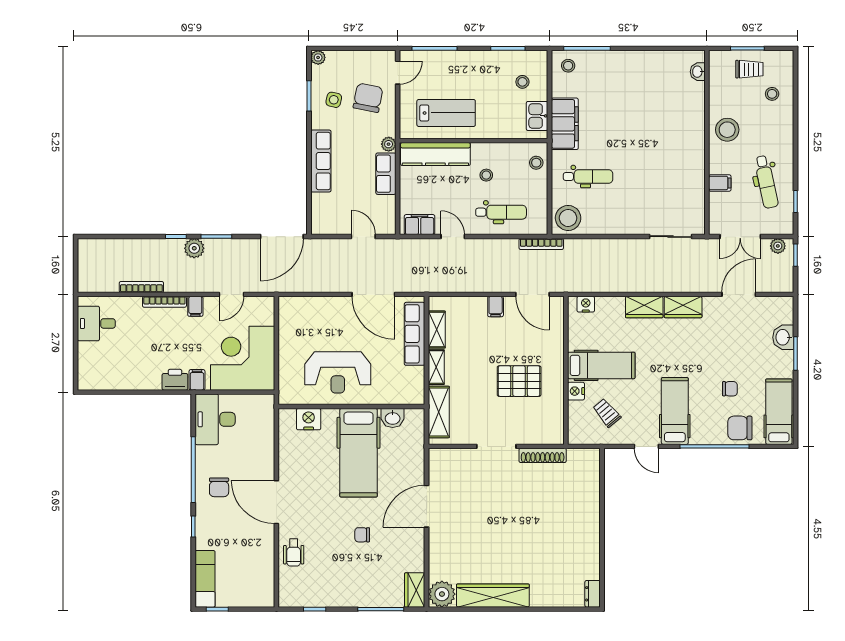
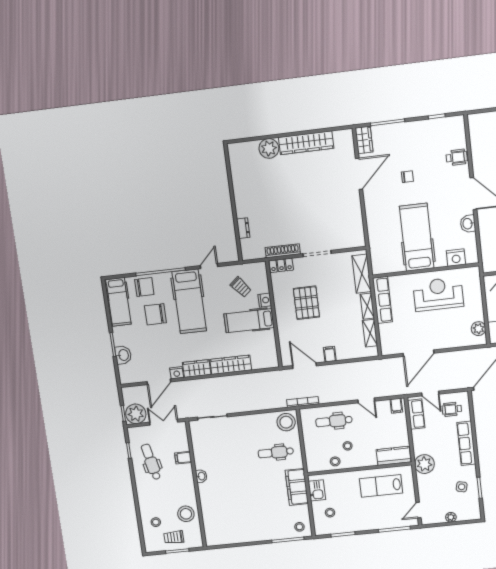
plant: (318, 57) -> (451, 517), moved
washbasin: (698, 72) -> (201, 476), moved
chair: (368, 98) -> (437, 491), removed
stool: (727, 130) -> (186, 514), moved
plant: (389, 144) -> (424, 464), width x1.88, depth x1.88
kitchen counter: (435, 154) -> (394, 456), width x0.67
stool: (536, 163) -> (335, 461), moved
row of seats: (386, 174) -> (416, 414), moved
wheelchair: (336, 211) -> (452, 409), added
filing cabinet: (420, 225) -> (396, 406), width x0.50
plant: (778, 246) -> (136, 414), width x1.88, depth x1.88
door: (373, 294) -> (419, 353), swing flipped
nightstand: (586, 304) -> (177, 373), moved
wardrobe: (644, 307) -> (231, 365), width x1.50
plant: (288, 319) -> (478, 329), added
row of seats: (415, 334) -> (382, 300), moved
pallet: (519, 381) -> (306, 303), turned 90
chair: (730, 389) -> (155, 314), width x1.87, depth x1.87
hospital bed: (675, 411) -> (189, 301), width x1.37, depth x1.29
washbasin: (393, 418) -> (468, 224), moved, turned -90
locker: (547, 436) -> (281, 265), added
door: (646, 446) -> (209, 266), hinge flipped
door: (427, 506) -> (359, 174), moved
wheelchair: (294, 553) -> (457, 157), turned 90
plant: (442, 594) -> (269, 148), moved
dresser: (593, 594) -> (243, 228), moved

